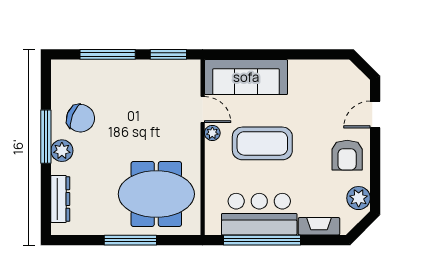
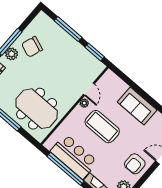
sofa: (246, 77) -> (137, 106), moved, width x0.73
chair: (81, 118) -> (32, 47), turned 88

